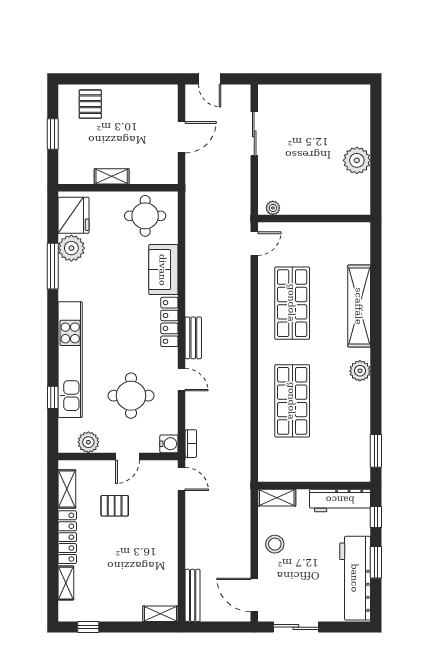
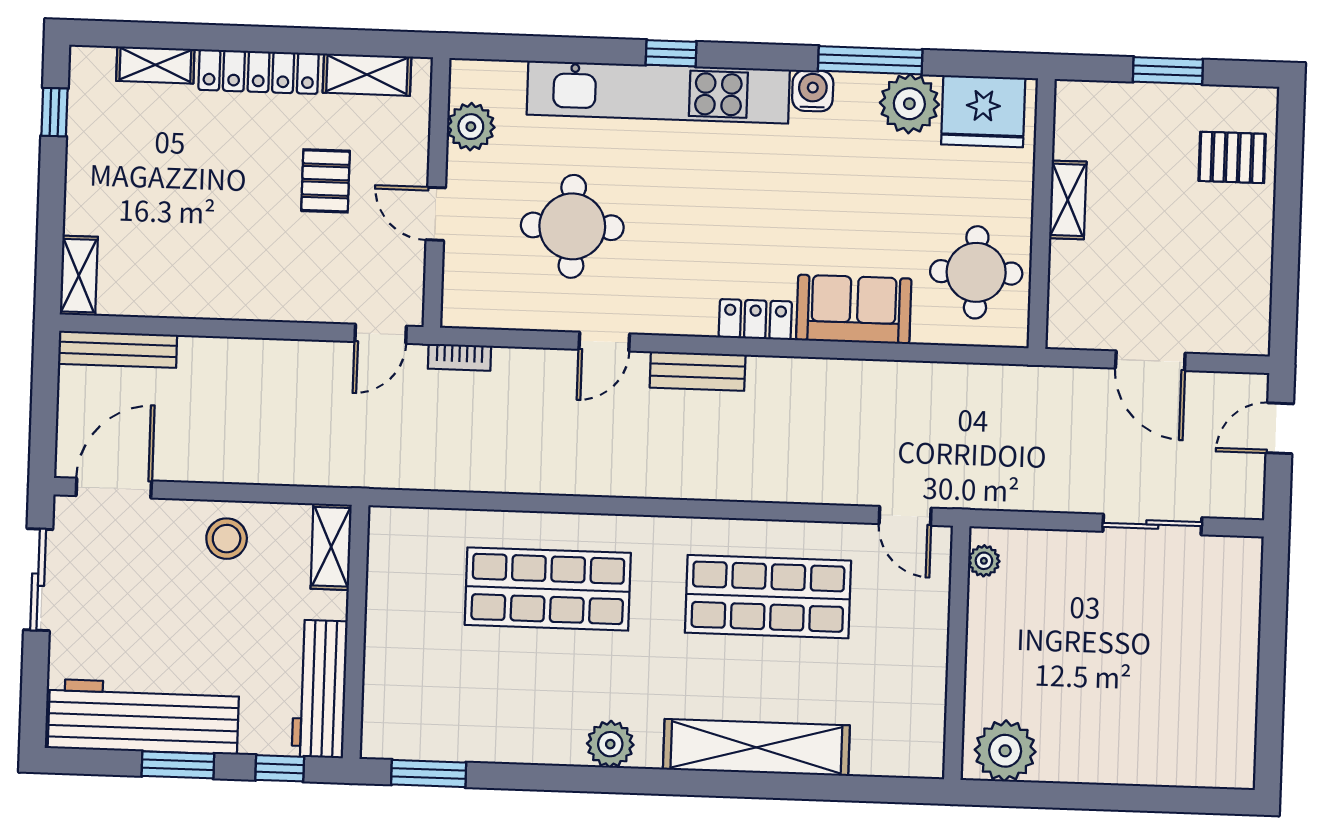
plant: (357, 160) -> (1005, 751), moved
locker: (169, 322) -> (755, 319), width x0.66
window: (53, 397) -> (671, 53), moved
water cooler: (169, 444) -> (813, 91), moved, turned 180

